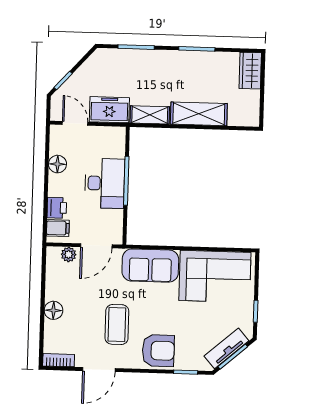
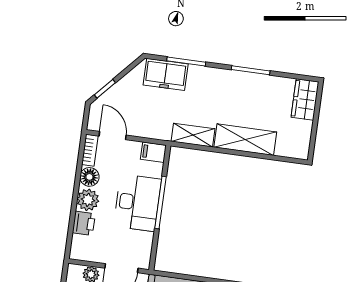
freezer: (109, 110) -> (166, 74), moved, turned 180
bookcase: (55, 139) -> (90, 150), added
plant: (58, 185) -> (88, 200), added
filing cabinet: (58, 228) -> (153, 152), moved, turned 180

